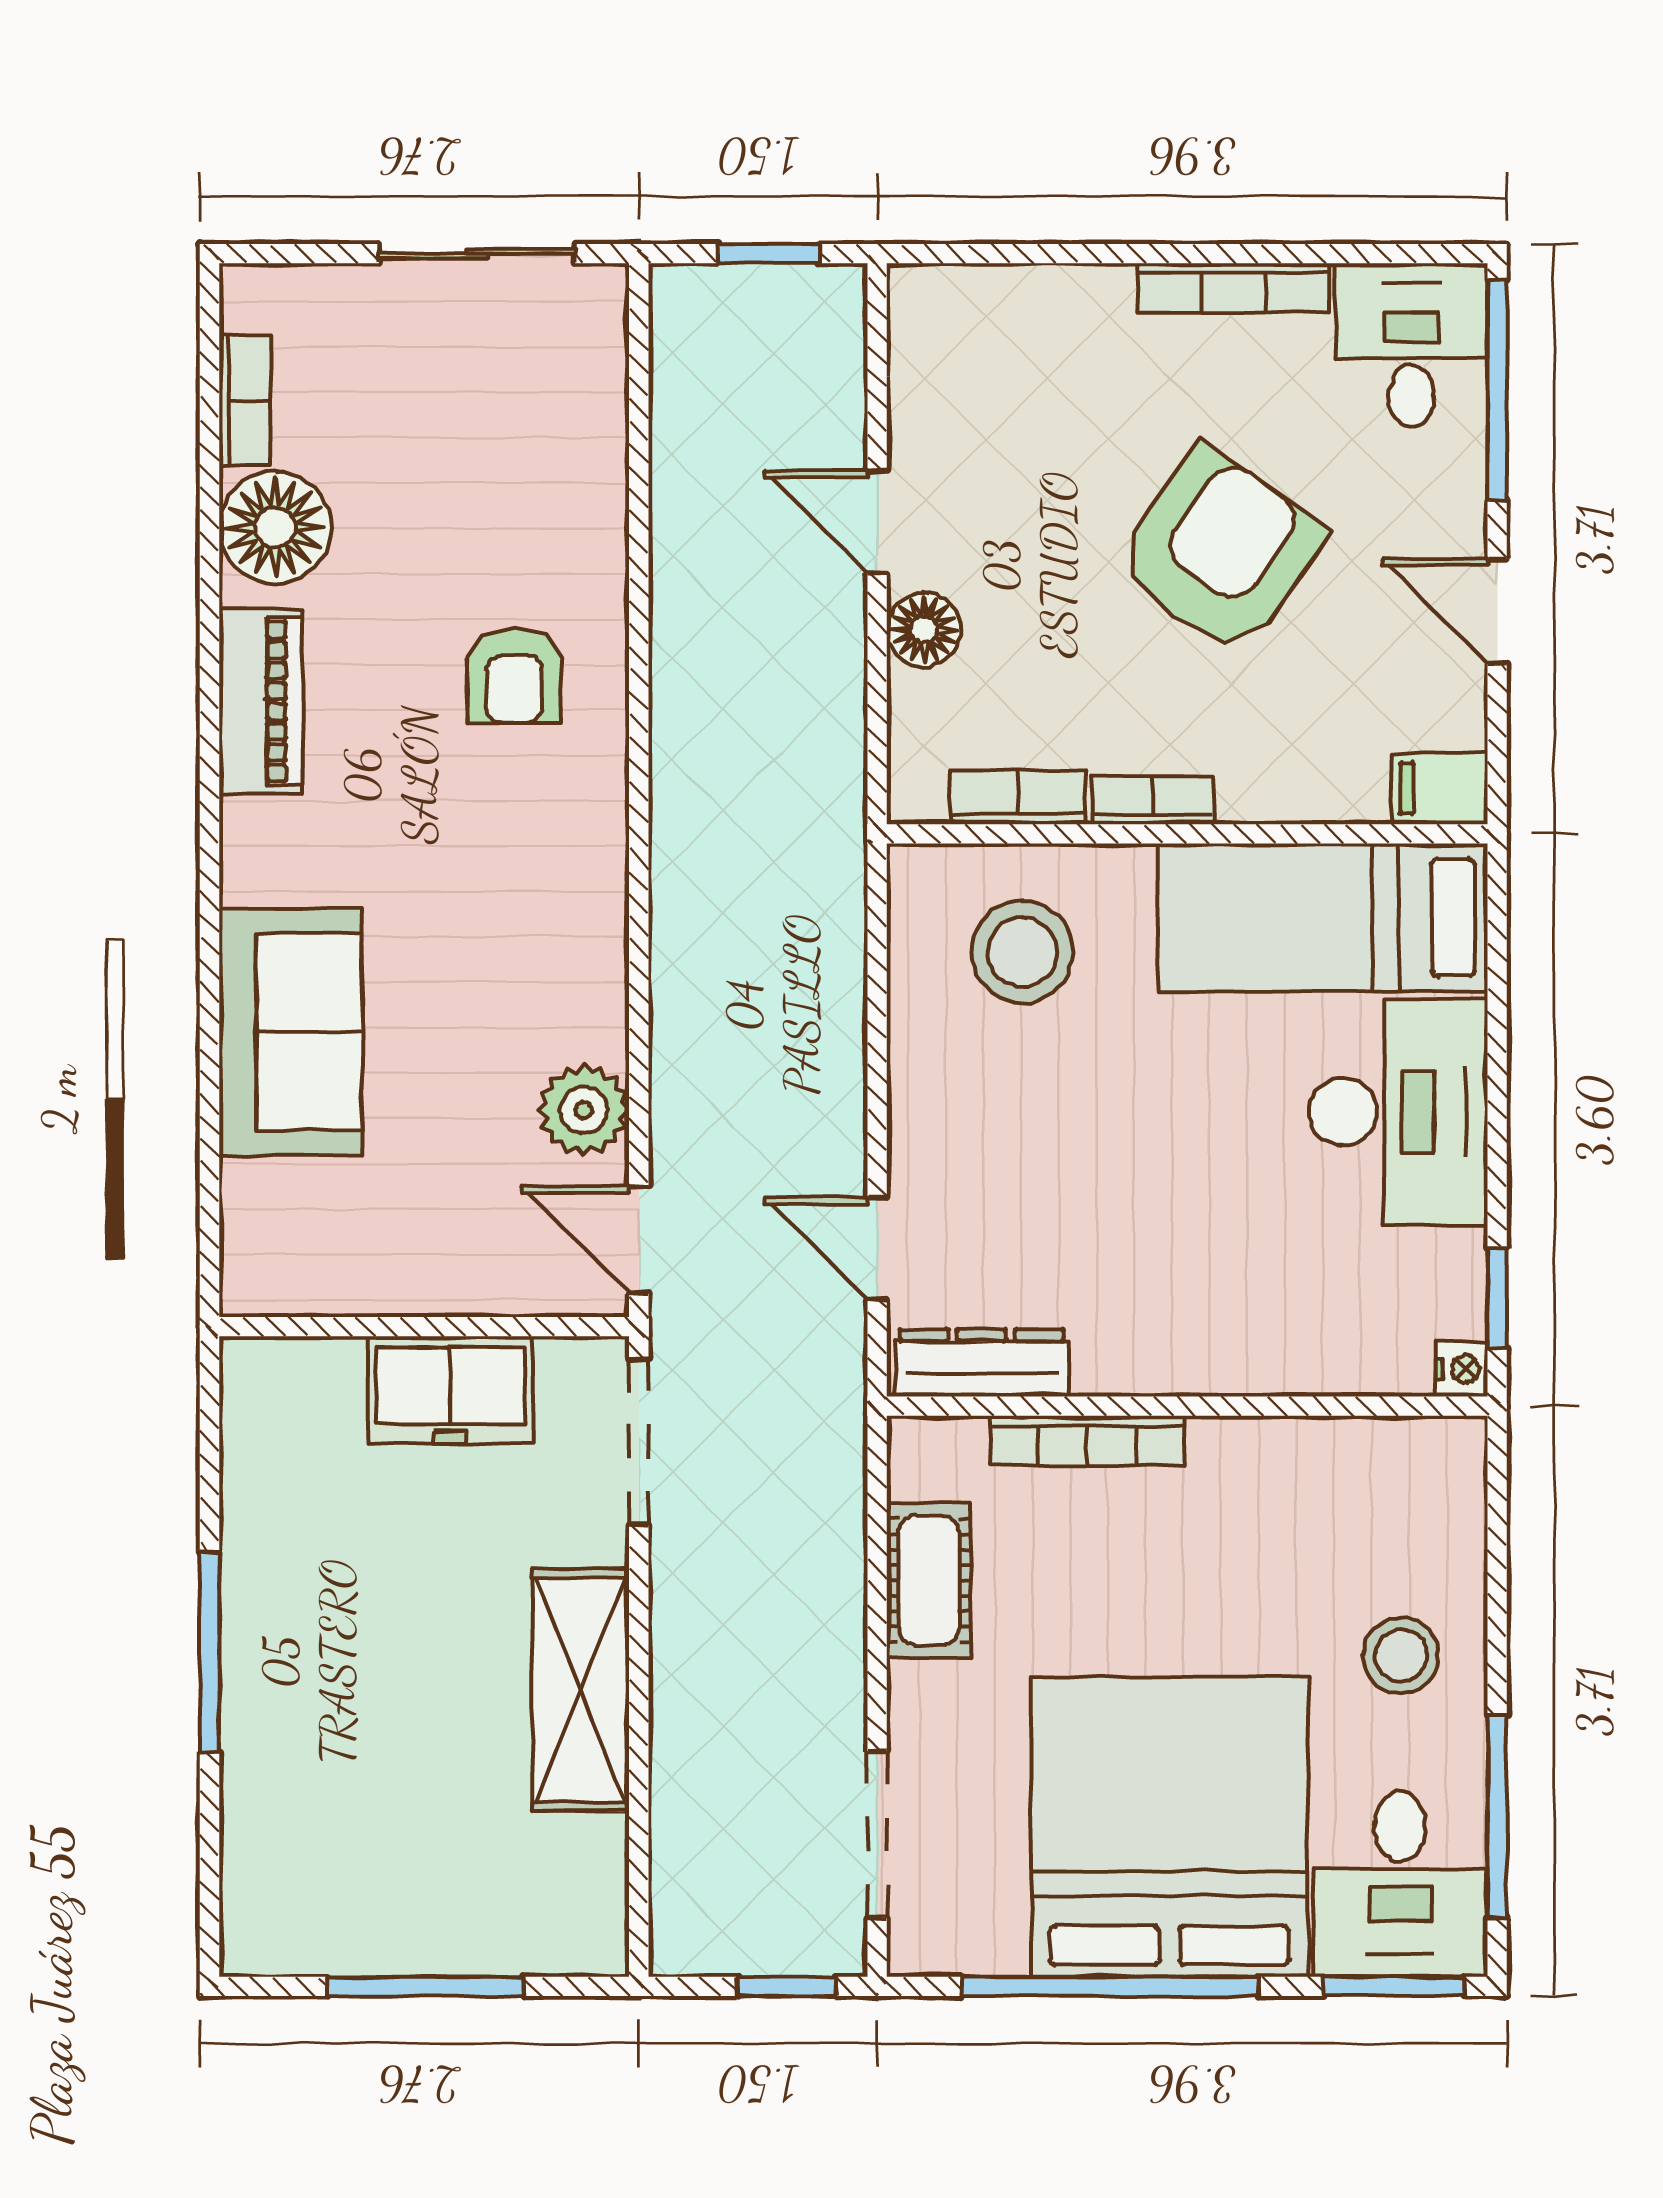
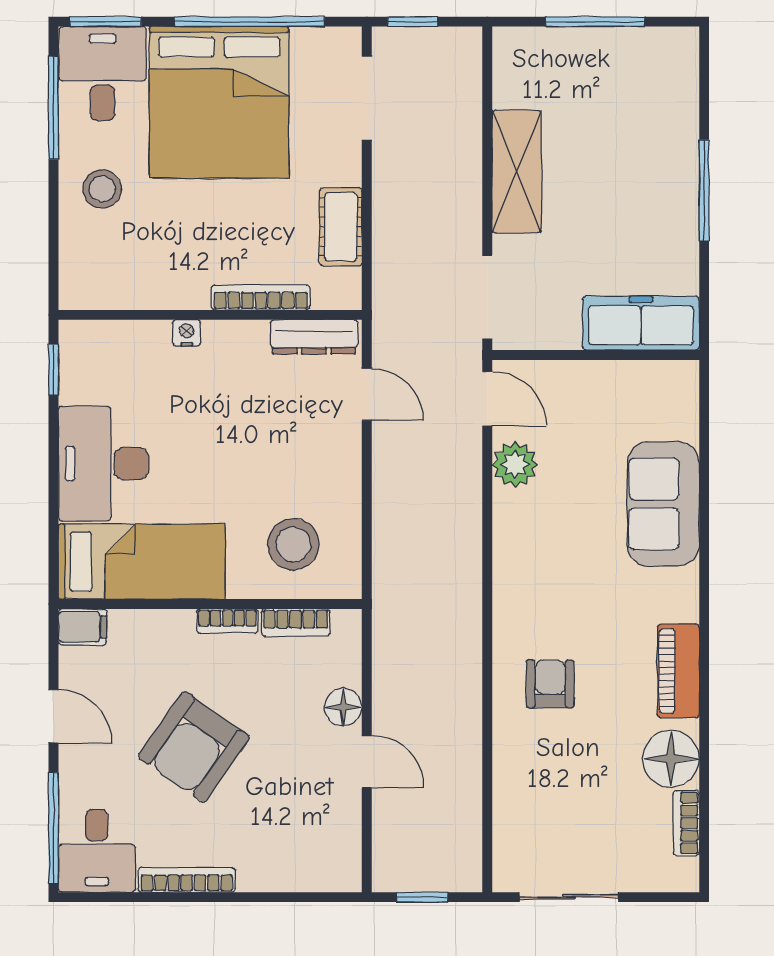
nightstand: (1462, 1369) -> (187, 333), moved, turned 90
freezer: (450, 1390) -> (641, 323), moved, width x1.40

